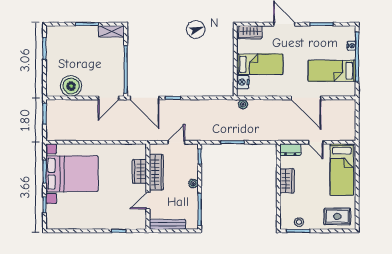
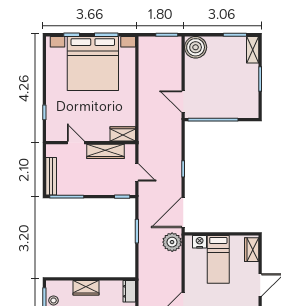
shelving: (111, 31) -> (253, 50), moved
boiler: (71, 86) -> (196, 47), moved
door: (145, 98) -> (183, 212), moved
plant: (243, 104) -> (172, 242), width x1.88, depth x1.88
wardrobe: (139, 171) -> (123, 134), moved
bed with nightstands: (72, 174) -> (93, 63), width x1.36
wardrobe: (287, 181) -> (86, 288), moved
plant: (193, 183) -> (94, 190), removed
bench: (167, 224) -> (51, 176), moved

